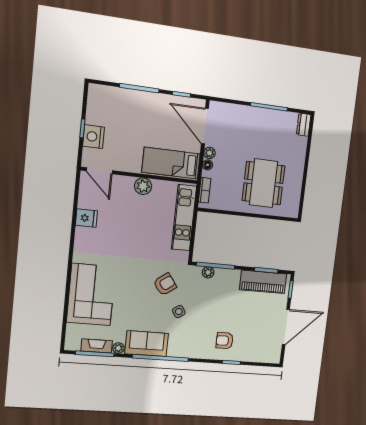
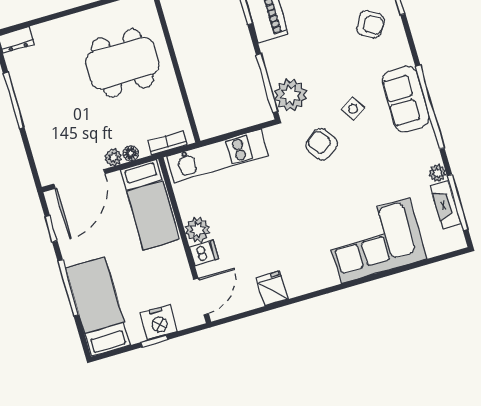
bed: (119, 102) -> (98, 307), added
dishwasher: (127, 184) -> (204, 253), added
plant: (208, 272) -> (290, 95), width x1.88, depth x1.88
armchair: (225, 341) -> (370, 24), turned -59
sofa: (147, 344) -> (406, 99), moved

